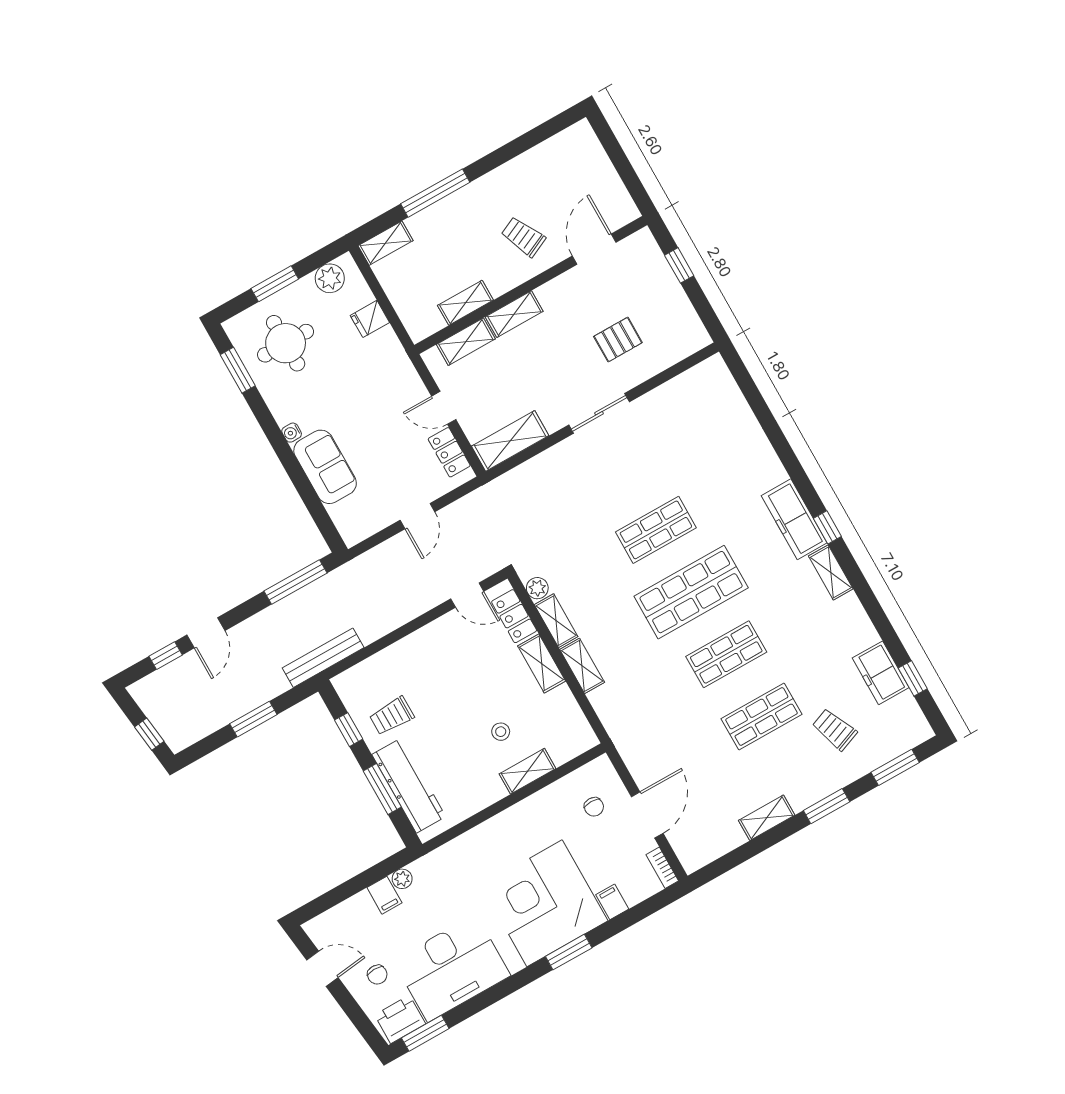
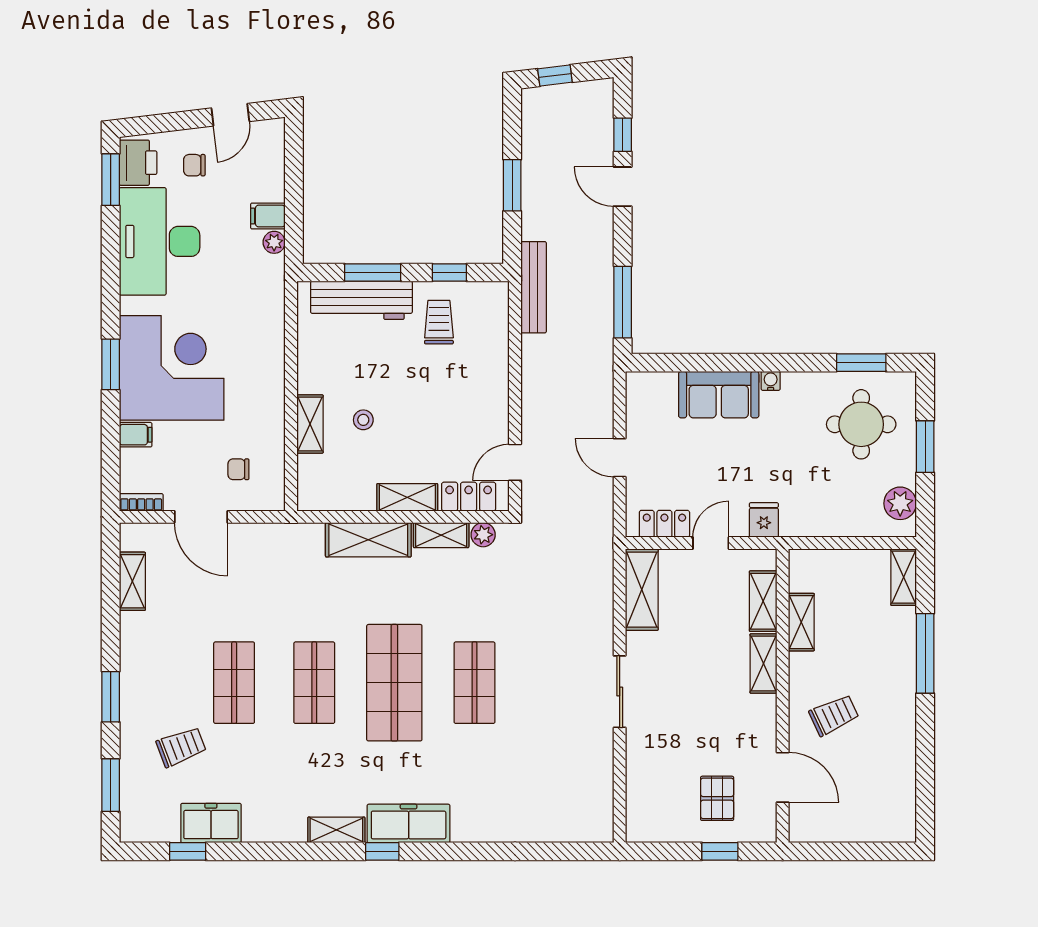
fridge: (370, 319) -> (764, 520), moved
pallet: (618, 340) -> (717, 798), moved
shelving: (582, 666) -> (368, 540), width x1.50, depth x1.33
shelving: (767, 818) -> (132, 581), moved

